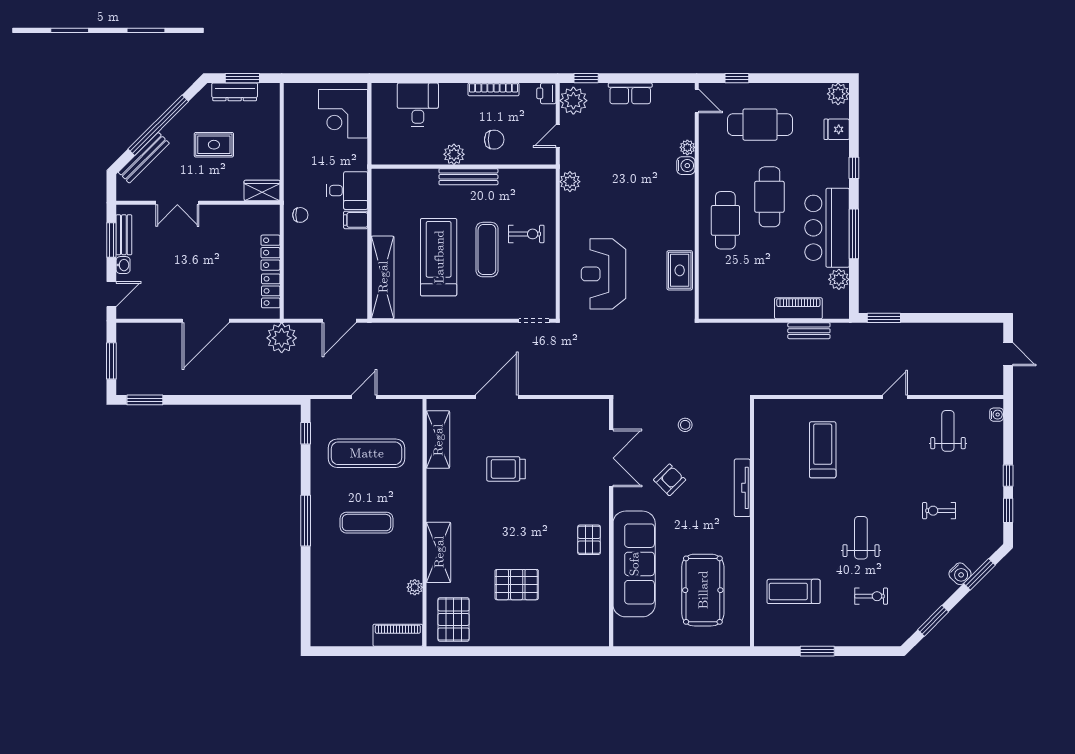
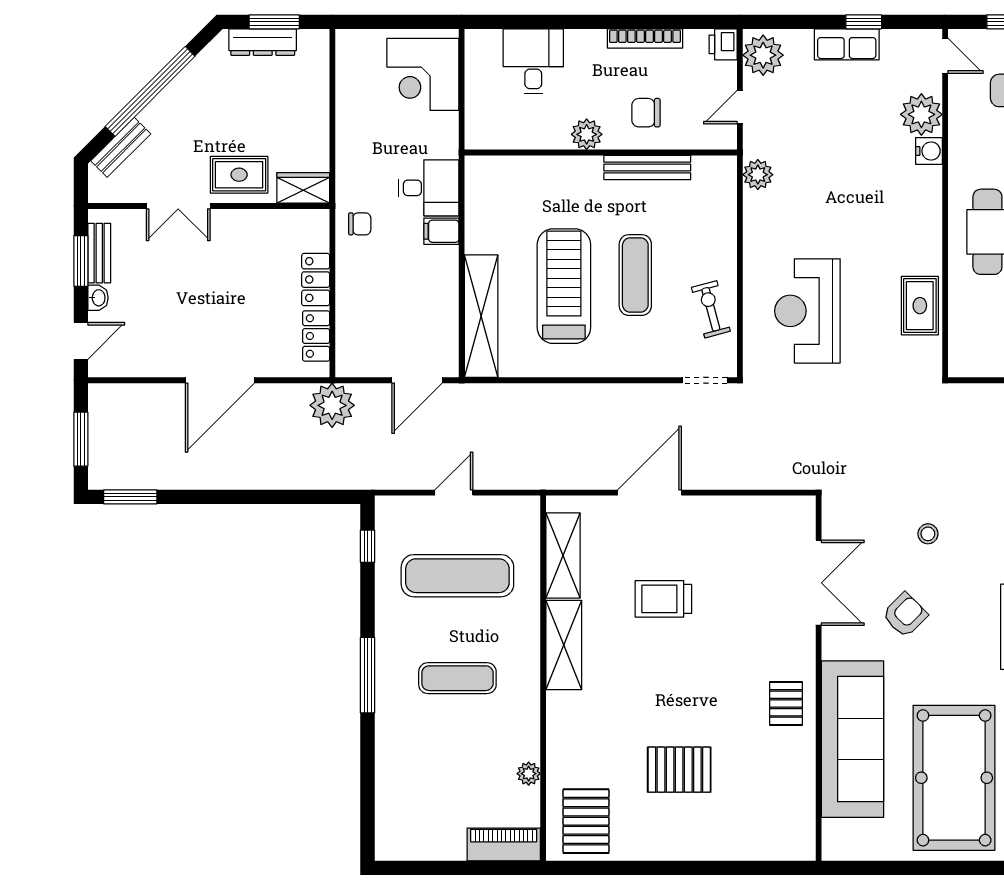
window: (586, 78) -> (864, 22), moved
chair: (494, 140) -> (646, 113), turned 180
rug: (214, 145) -> (239, 175), moved
plant: (687, 147) -> (921, 114), width x1.88, depth x1.88
bench: (144, 158) -> (121, 147), width x0.73
bench: (468, 177) -> (647, 168), moved
exercise bike: (526, 234) -> (711, 309), moved, turned -105
shelving: (439, 552) -> (564, 645), moved
pool table: (703, 590) -> (954, 778), width x1.36, depth x1.32

